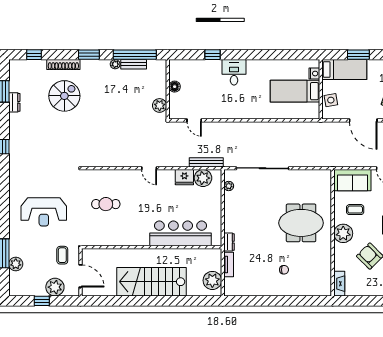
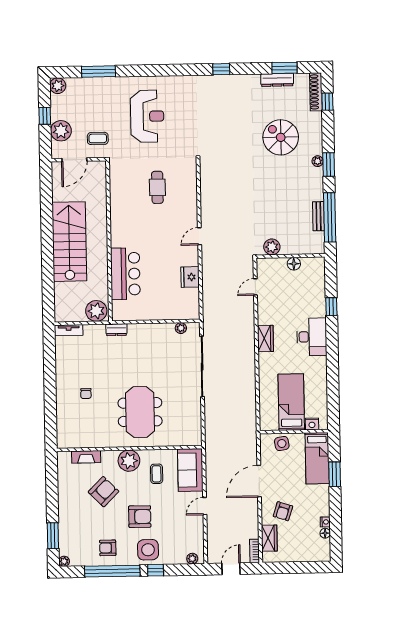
plant: (115, 64) -> (318, 161), moved
shoe rack: (63, 65) -> (316, 92), moved
desk: (234, 72) -> (312, 337), width x1.37
spiral stairs: (64, 96) -> (281, 137), turned 180
dresser: (14, 102) -> (277, 80), width x1.44
wardrobe: (239, 113) -> (265, 338), added
bench: (206, 162) -> (208, 302), removed
plant: (203, 178) -> (189, 298), removed
reception desk: (44, 212) -> (147, 116), turned 180
bar counter: (181, 233) -> (125, 274), width x0.73
plant: (16, 264) -> (58, 86), moved
tv unit: (229, 265) -> (69, 330), moved
plant: (212, 280) -> (96, 311), moved
fireplace: (339, 284) -> (86, 457), moved

